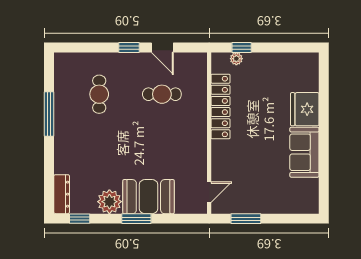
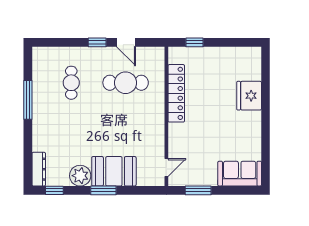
plant: (236, 59) -> (190, 52), removed
cafe table: (162, 94) -> (126, 83), width x1.37, depth x1.35
sofa: (304, 152) -> (240, 174), moved, turned 90

